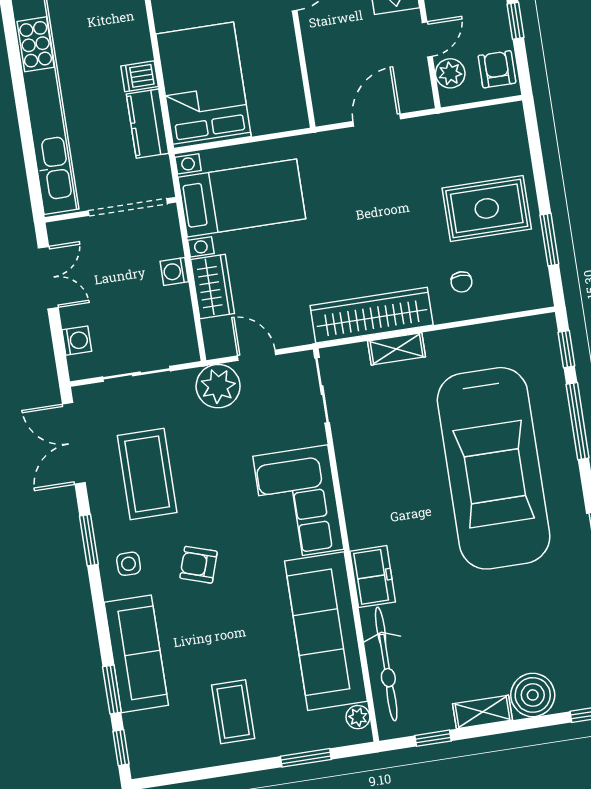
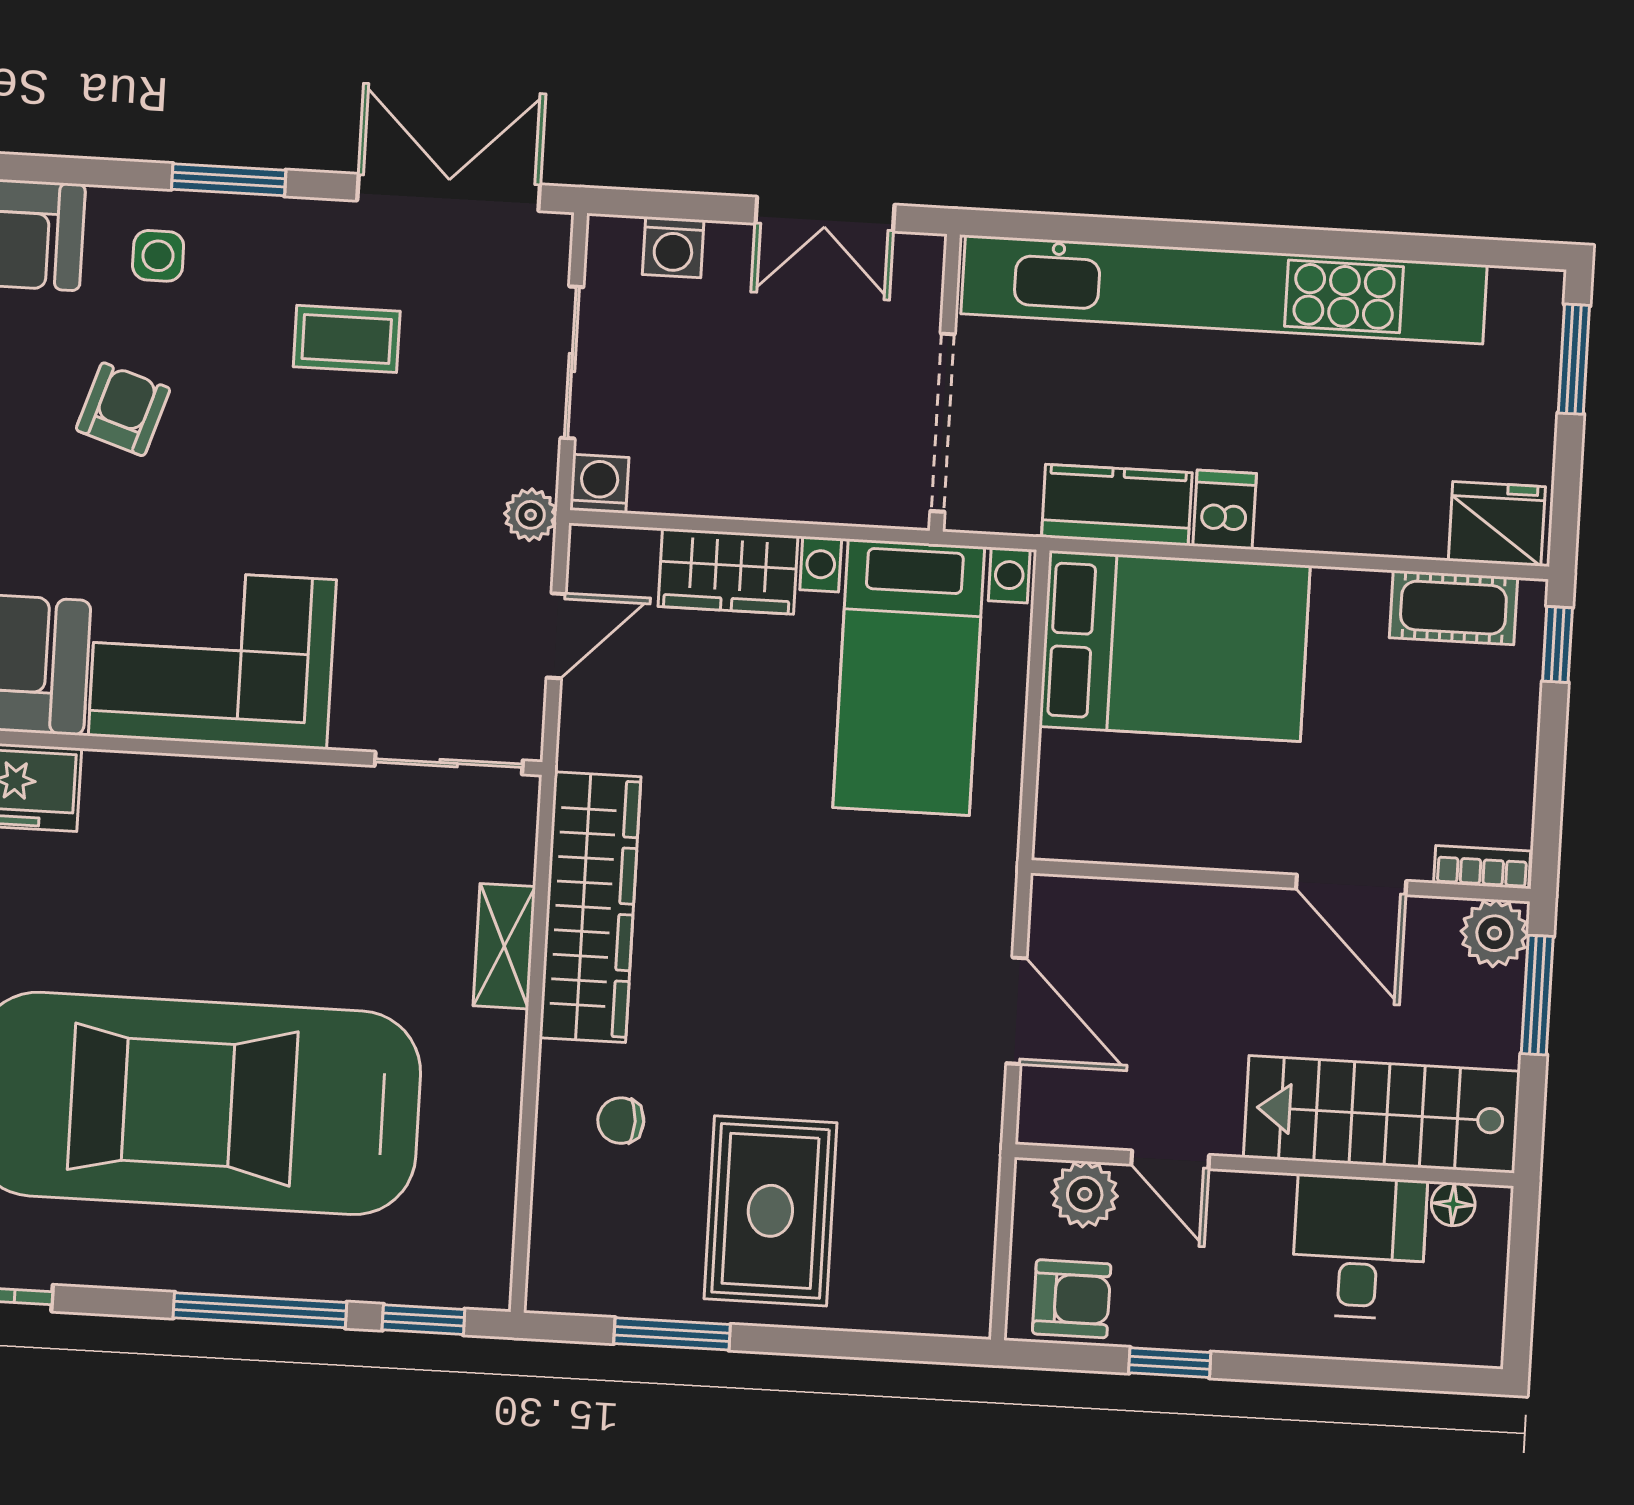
washing machine: (174, 271) -> (599, 484), moved
plant: (218, 386) -> (531, 515), width x0.53, depth x0.53
coffee table: (147, 474) -> (347, 339), width x0.54, depth x0.58

